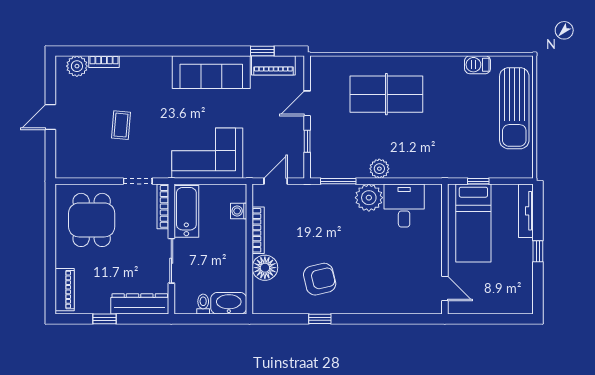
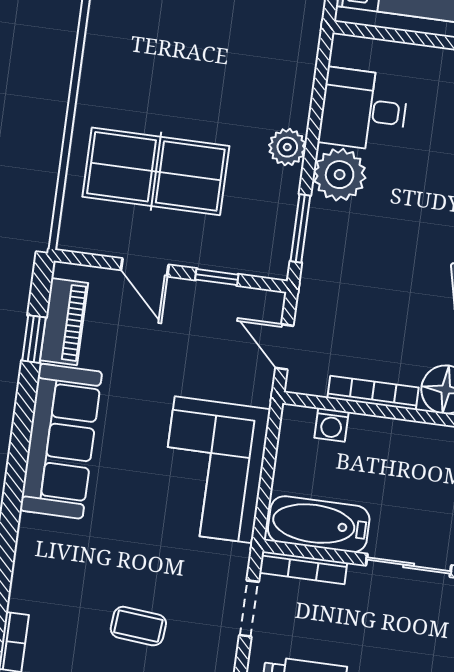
table tennis table: (386, 94) -> (156, 171), moved, turned 90

